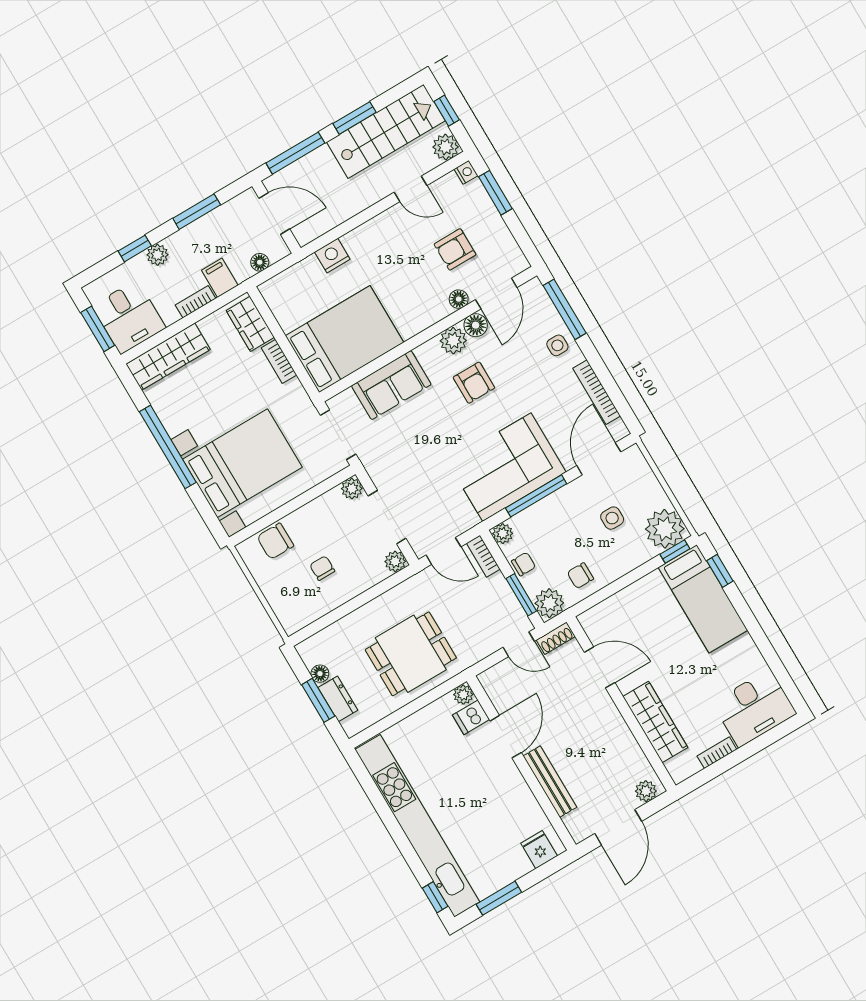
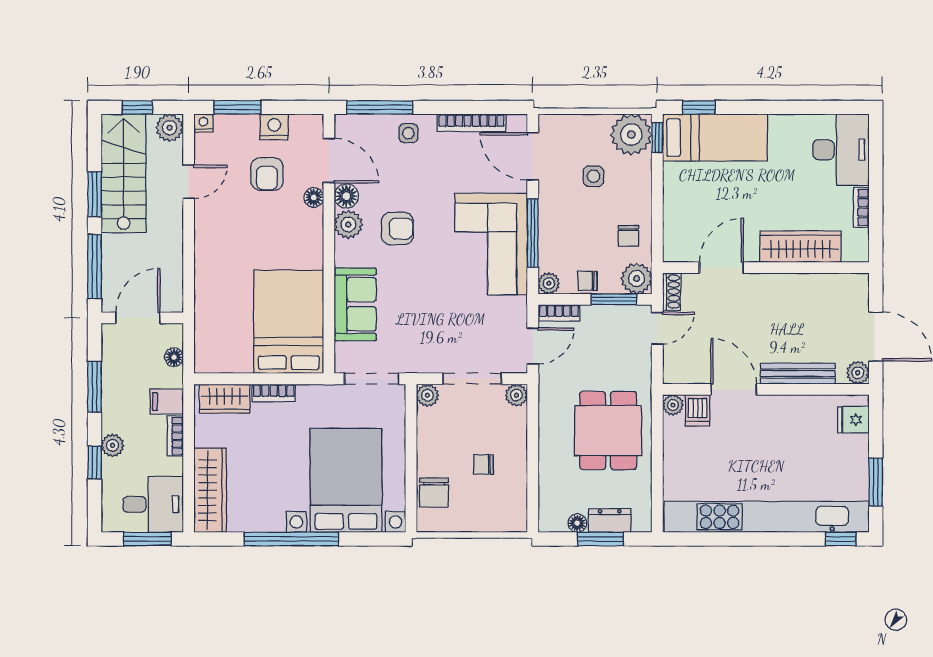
nightstand: (332, 256) -> (274, 127), moved, turned 90
chair: (524, 564) -> (587, 281), turned -90
plant: (646, 791) -> (858, 373), moved

